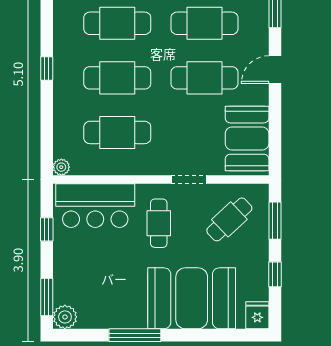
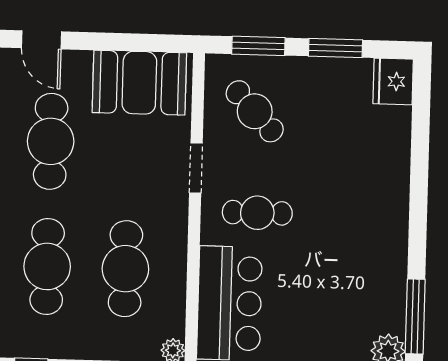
window: (275, 274) -> (335, 48), width x1.50
booth: (192, 298) -> (366, 169), removed
fridge: (257, 315) -> (393, 81), width x1.38
window: (135, 335) -> (415, 317), moved

